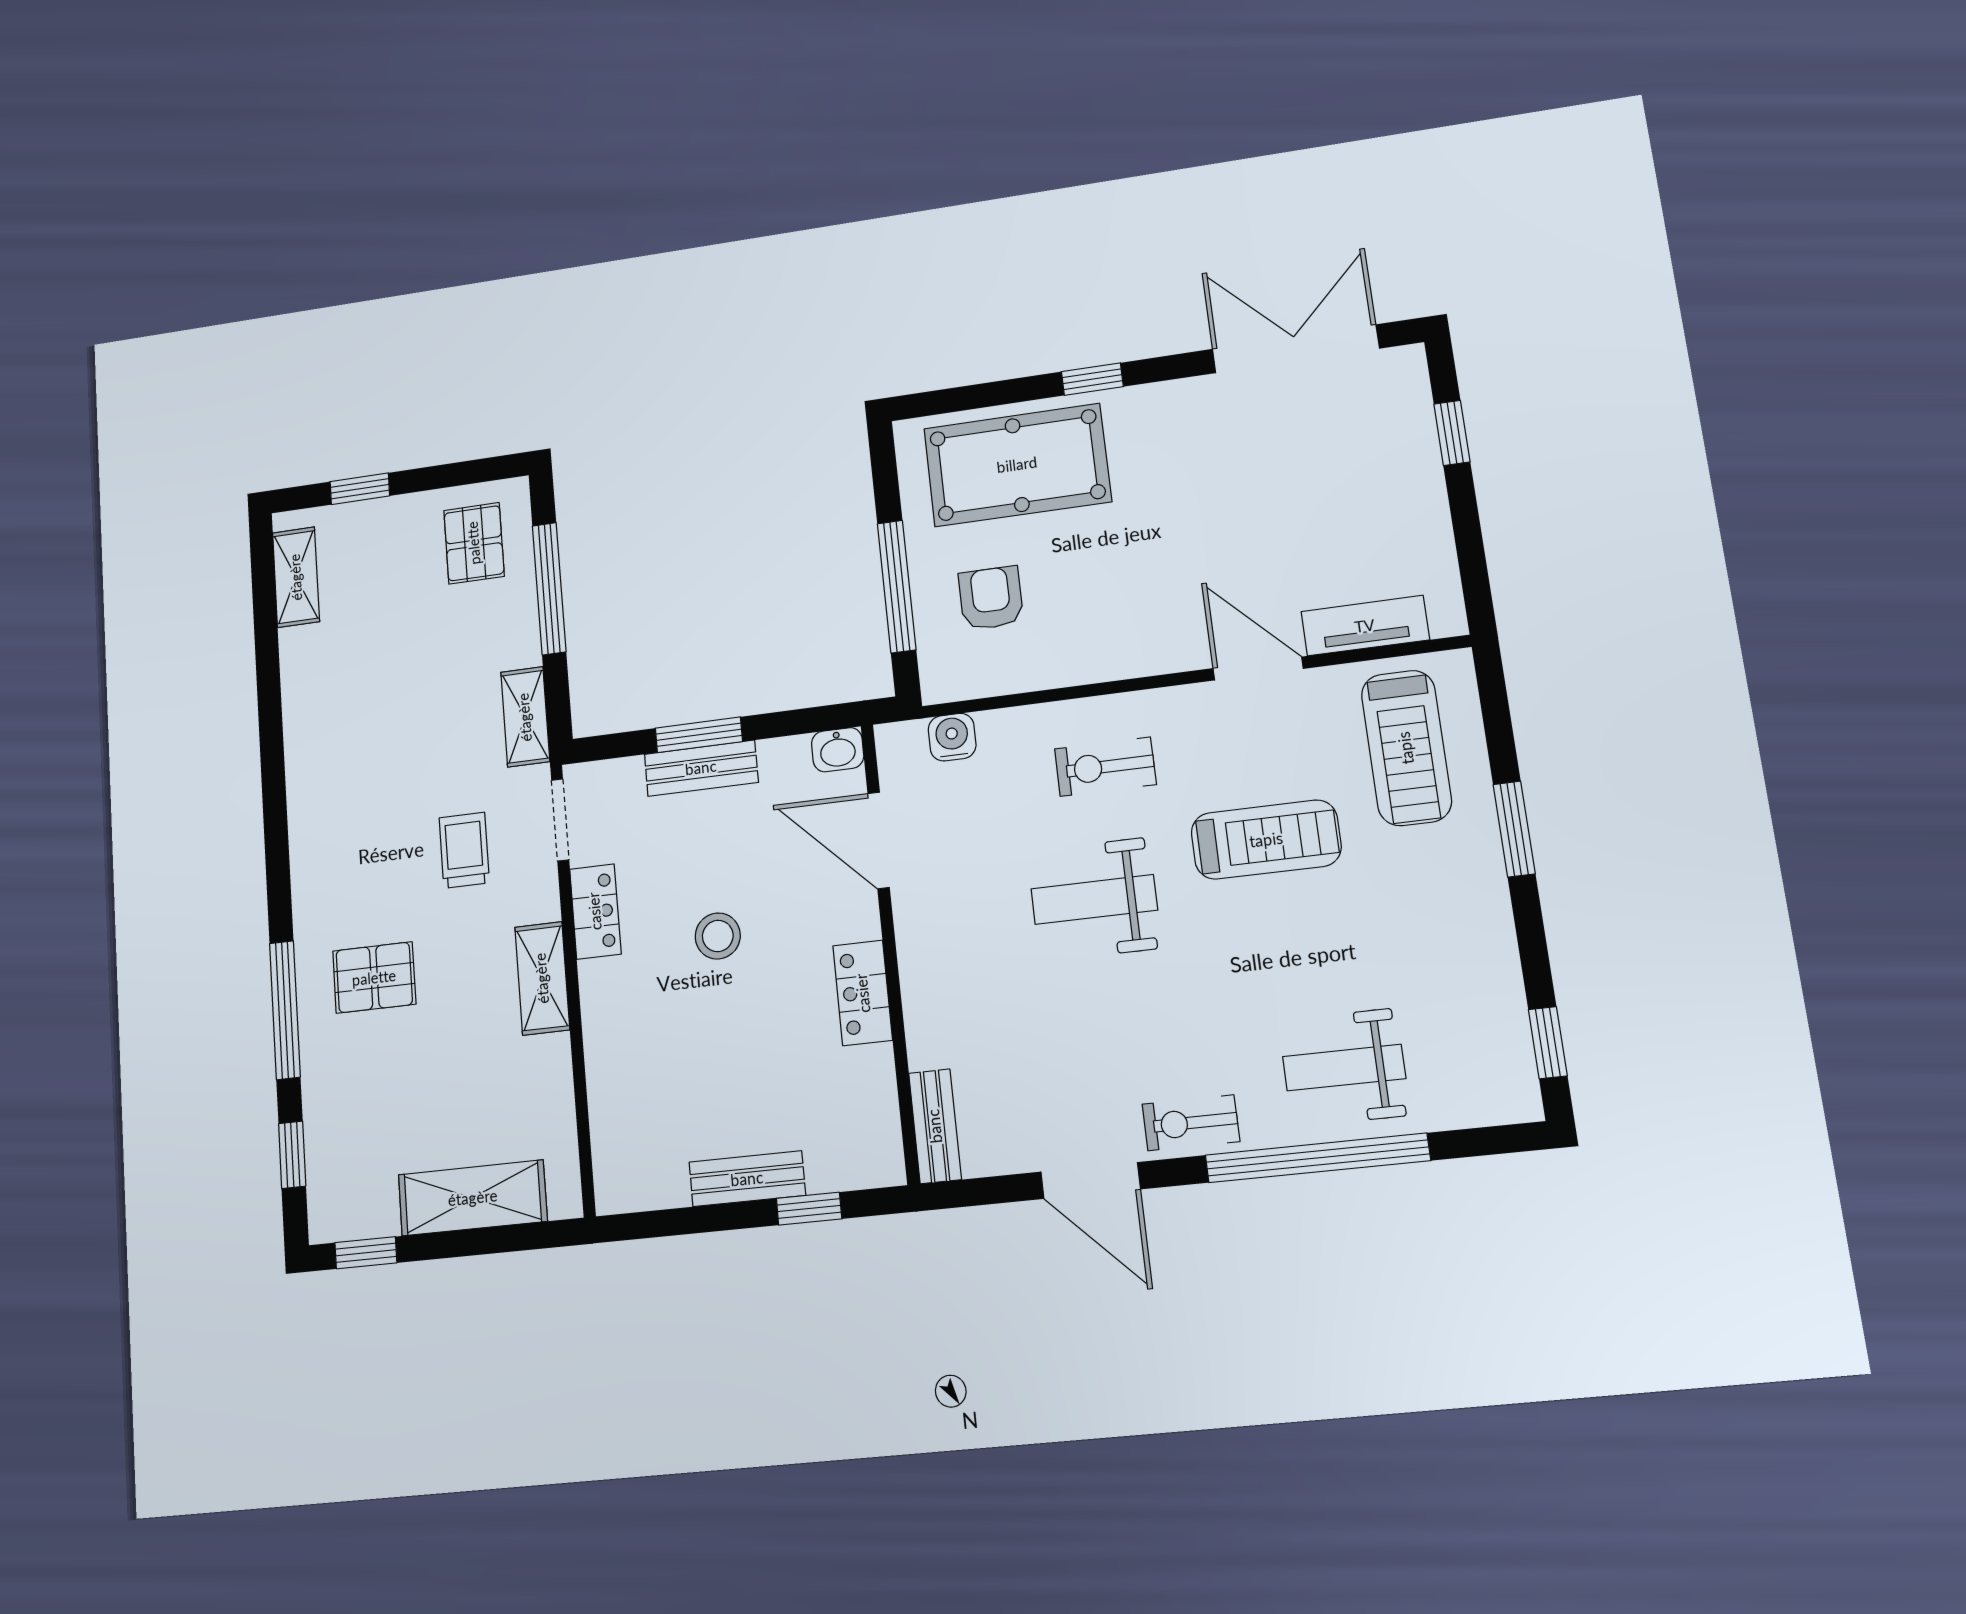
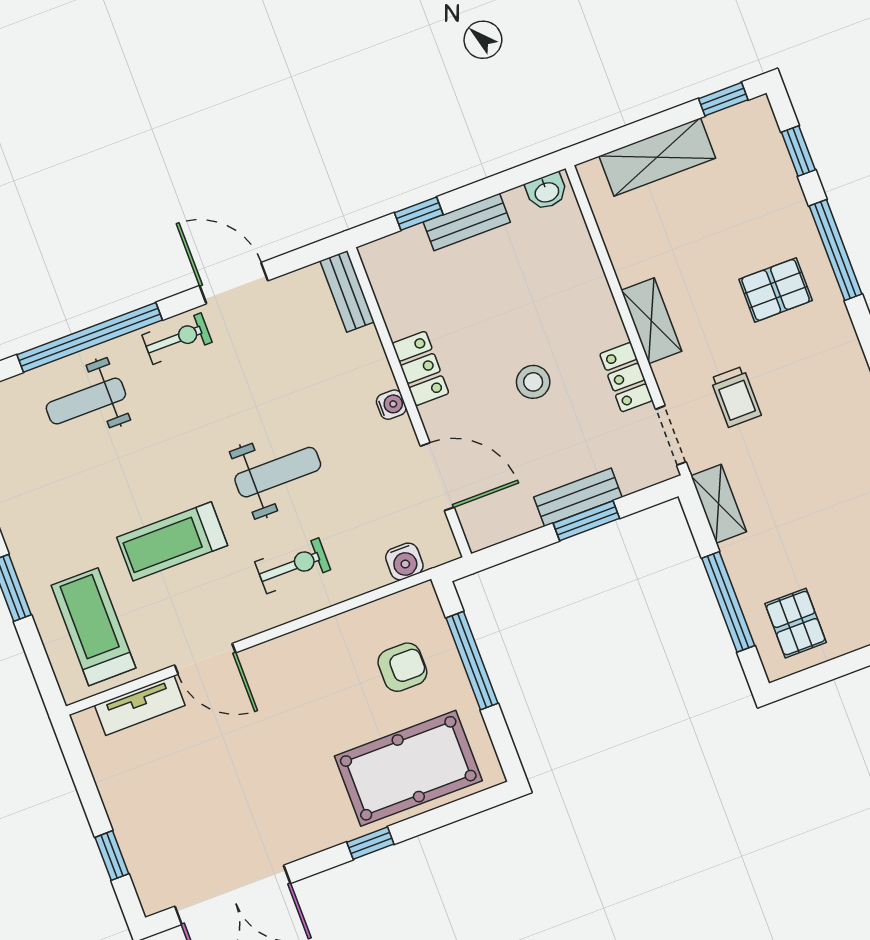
armchair: (991, 598) -> (402, 667), turned -90
washbasin: (838, 750) -> (547, 192), moved, turned 180
water cooler: (915, 953) -> (391, 405), added
weight bench: (1344, 1068) -> (86, 401), turned 180

